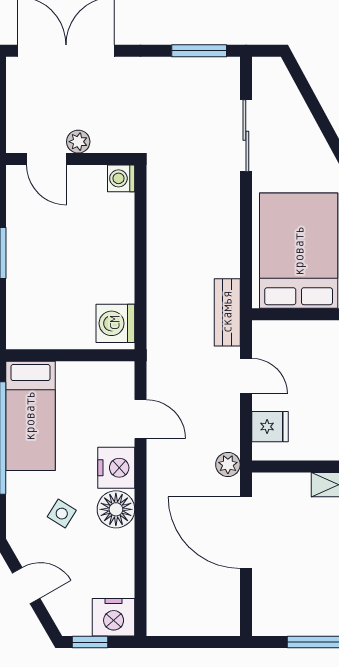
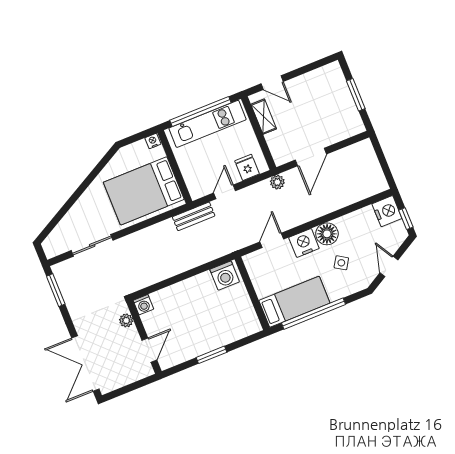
plant: (78, 142) -> (126, 320), moved
door: (246, 533) -> (311, 157), width x0.73

